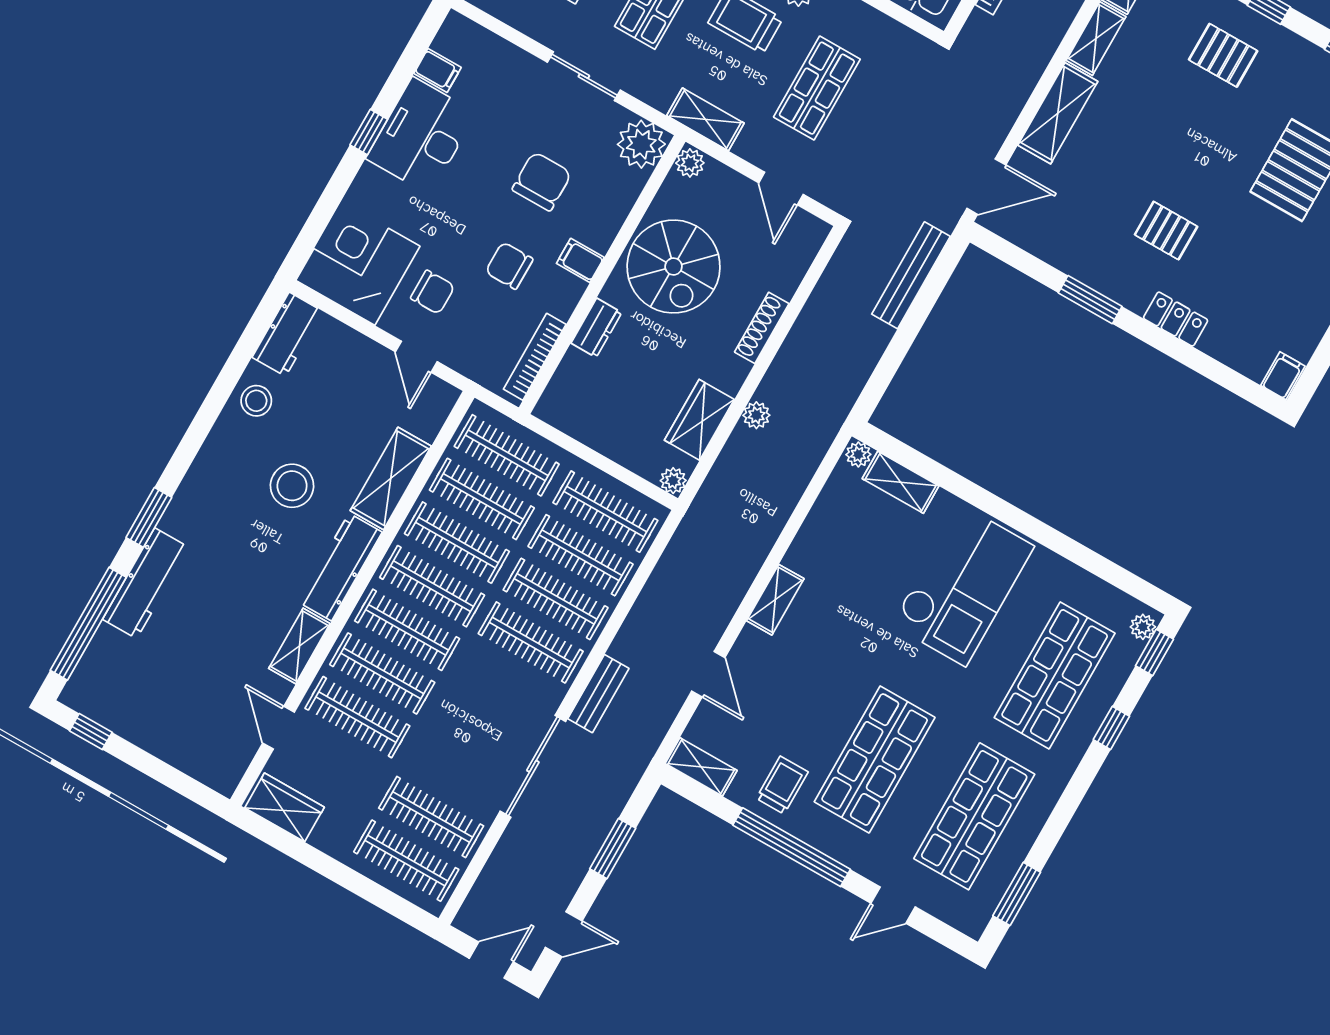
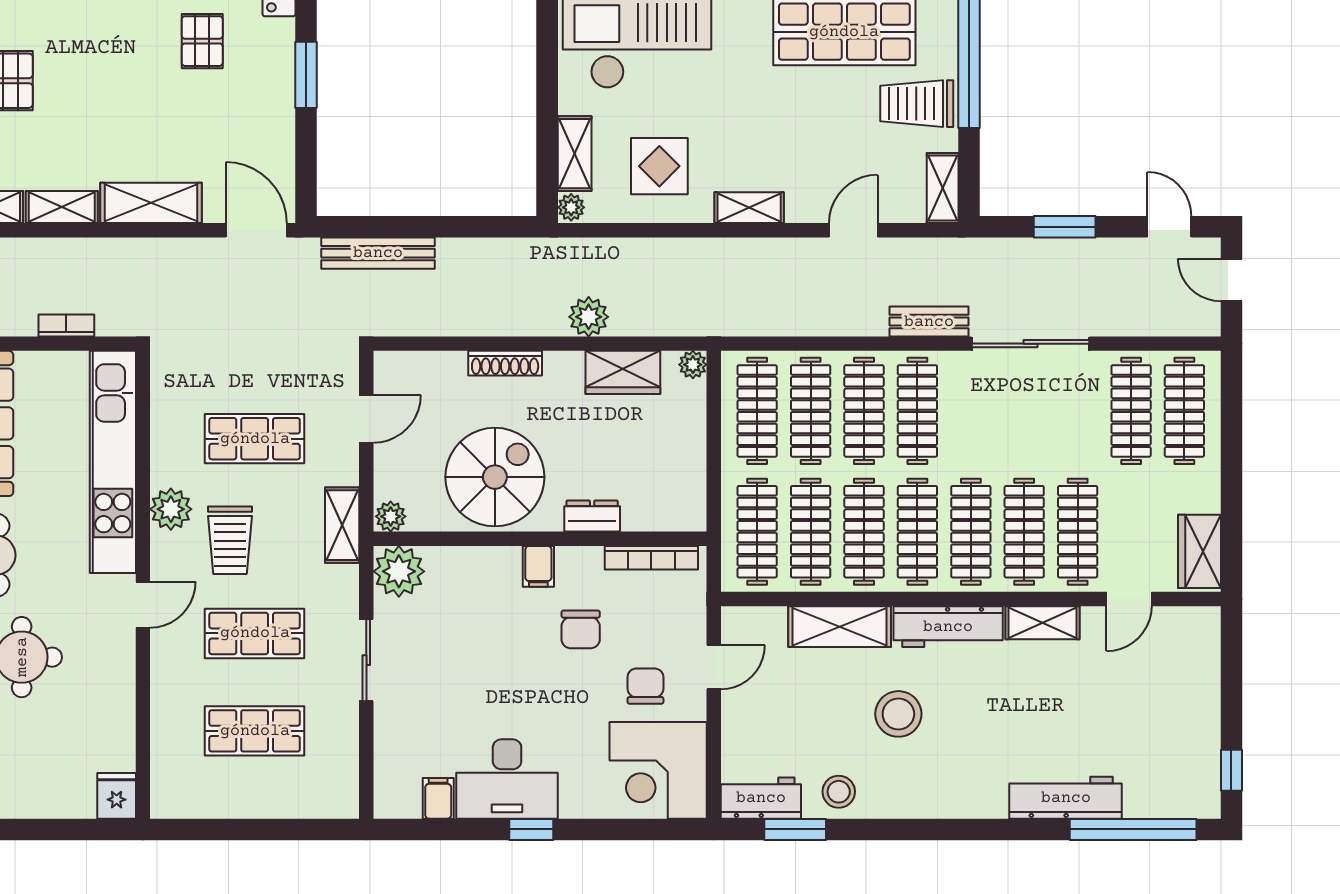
chair: (542, 181) -> (486, 644), removed
plant: (756, 415) -> (589, 317), width x1.38, depth x1.38
window: (149, 517) -> (795, 829), moved
display table: (851, 546) -> (659, 166), added
trolley: (782, 785) -> (917, 104), width x1.36, depth x1.39

